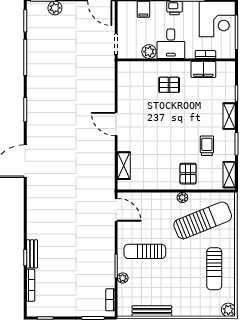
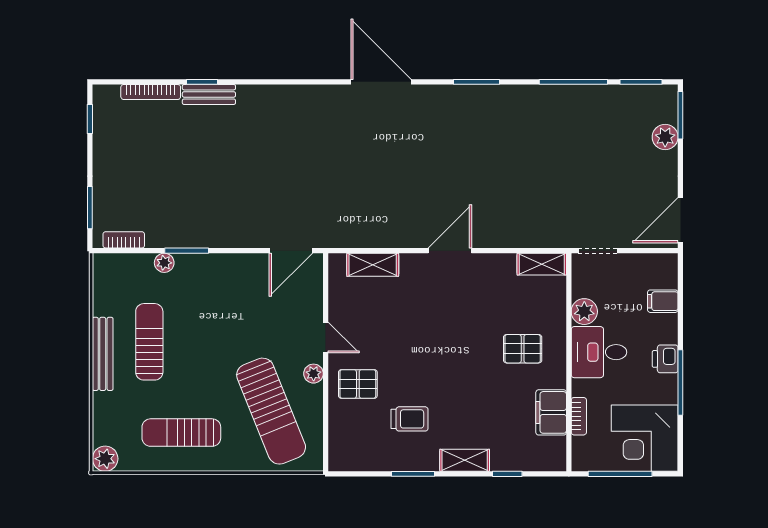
pallet: (169, 85) -> (523, 349), turned 90
shelving: (229, 175) -> (542, 264), moved
door: (163, 191) -> (326, 338), added
sun lounger: (145, 251) -> (149, 342), moved
bench: (152, 311) -> (103, 354), moved

